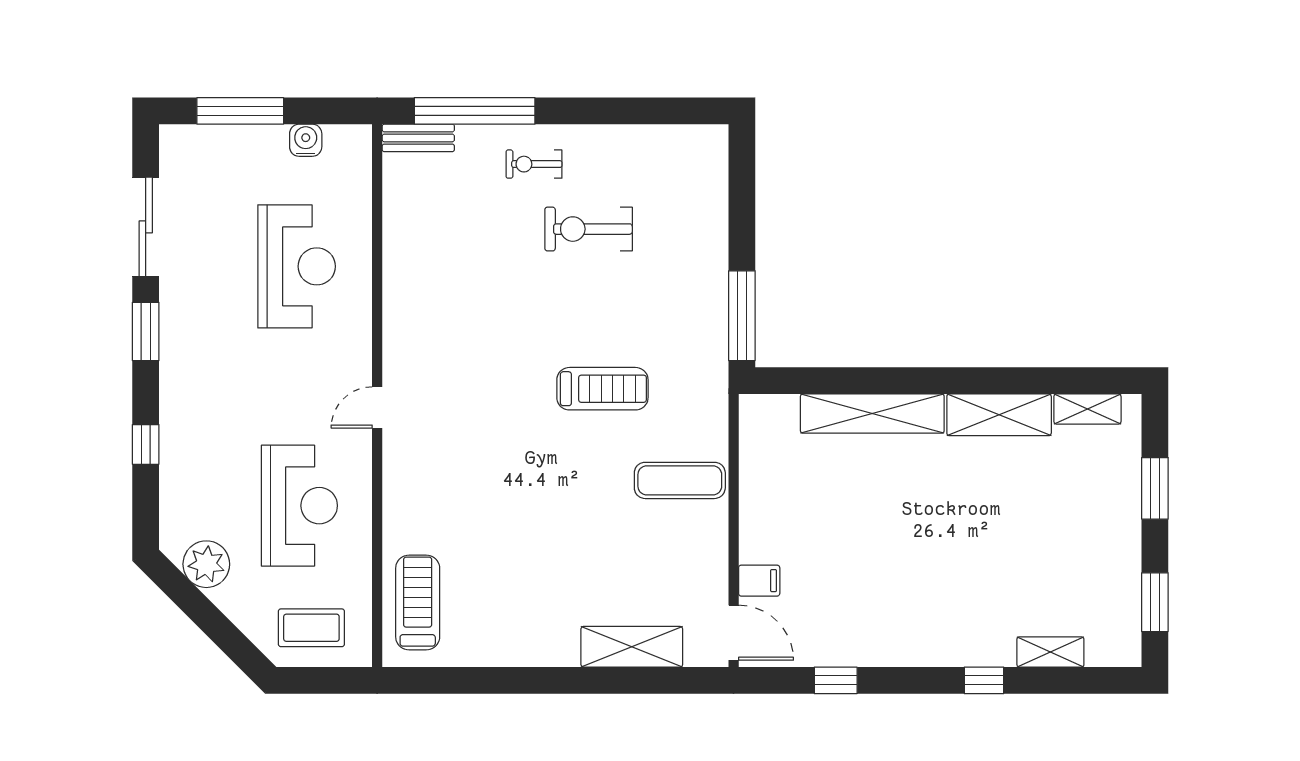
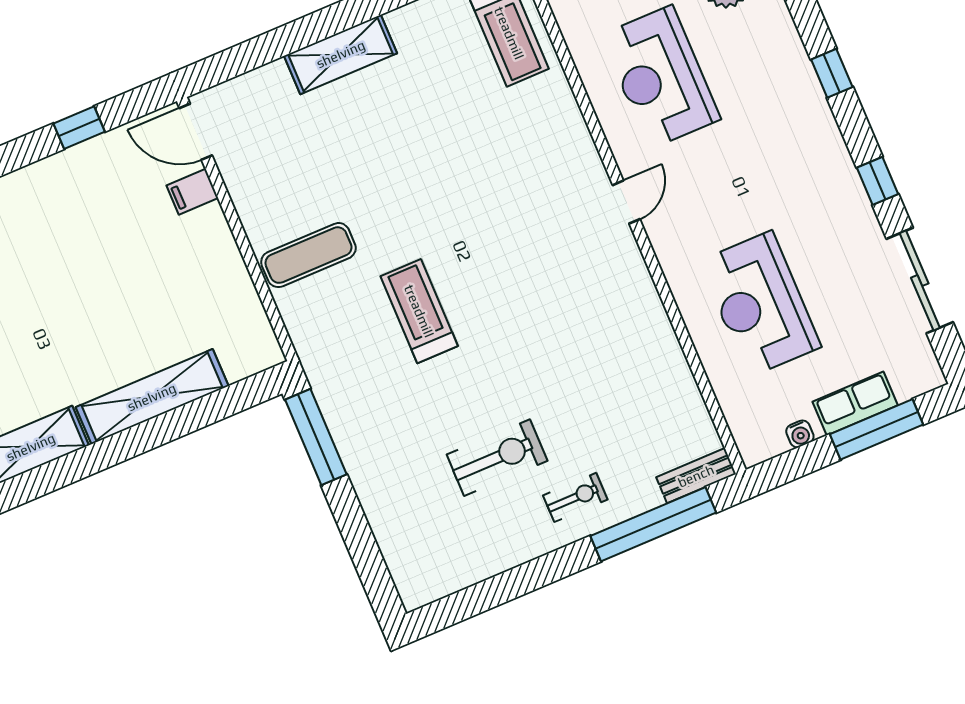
water cooler: (306, 140) -> (800, 434), width x0.72, depth x0.72
row of seats: (250, 142) -> (855, 404), added
window: (146, 332) -> (877, 181), width x0.67
treadmill: (602, 389) -> (419, 311), turned 90
shelving: (632, 647) -> (341, 54), moved

